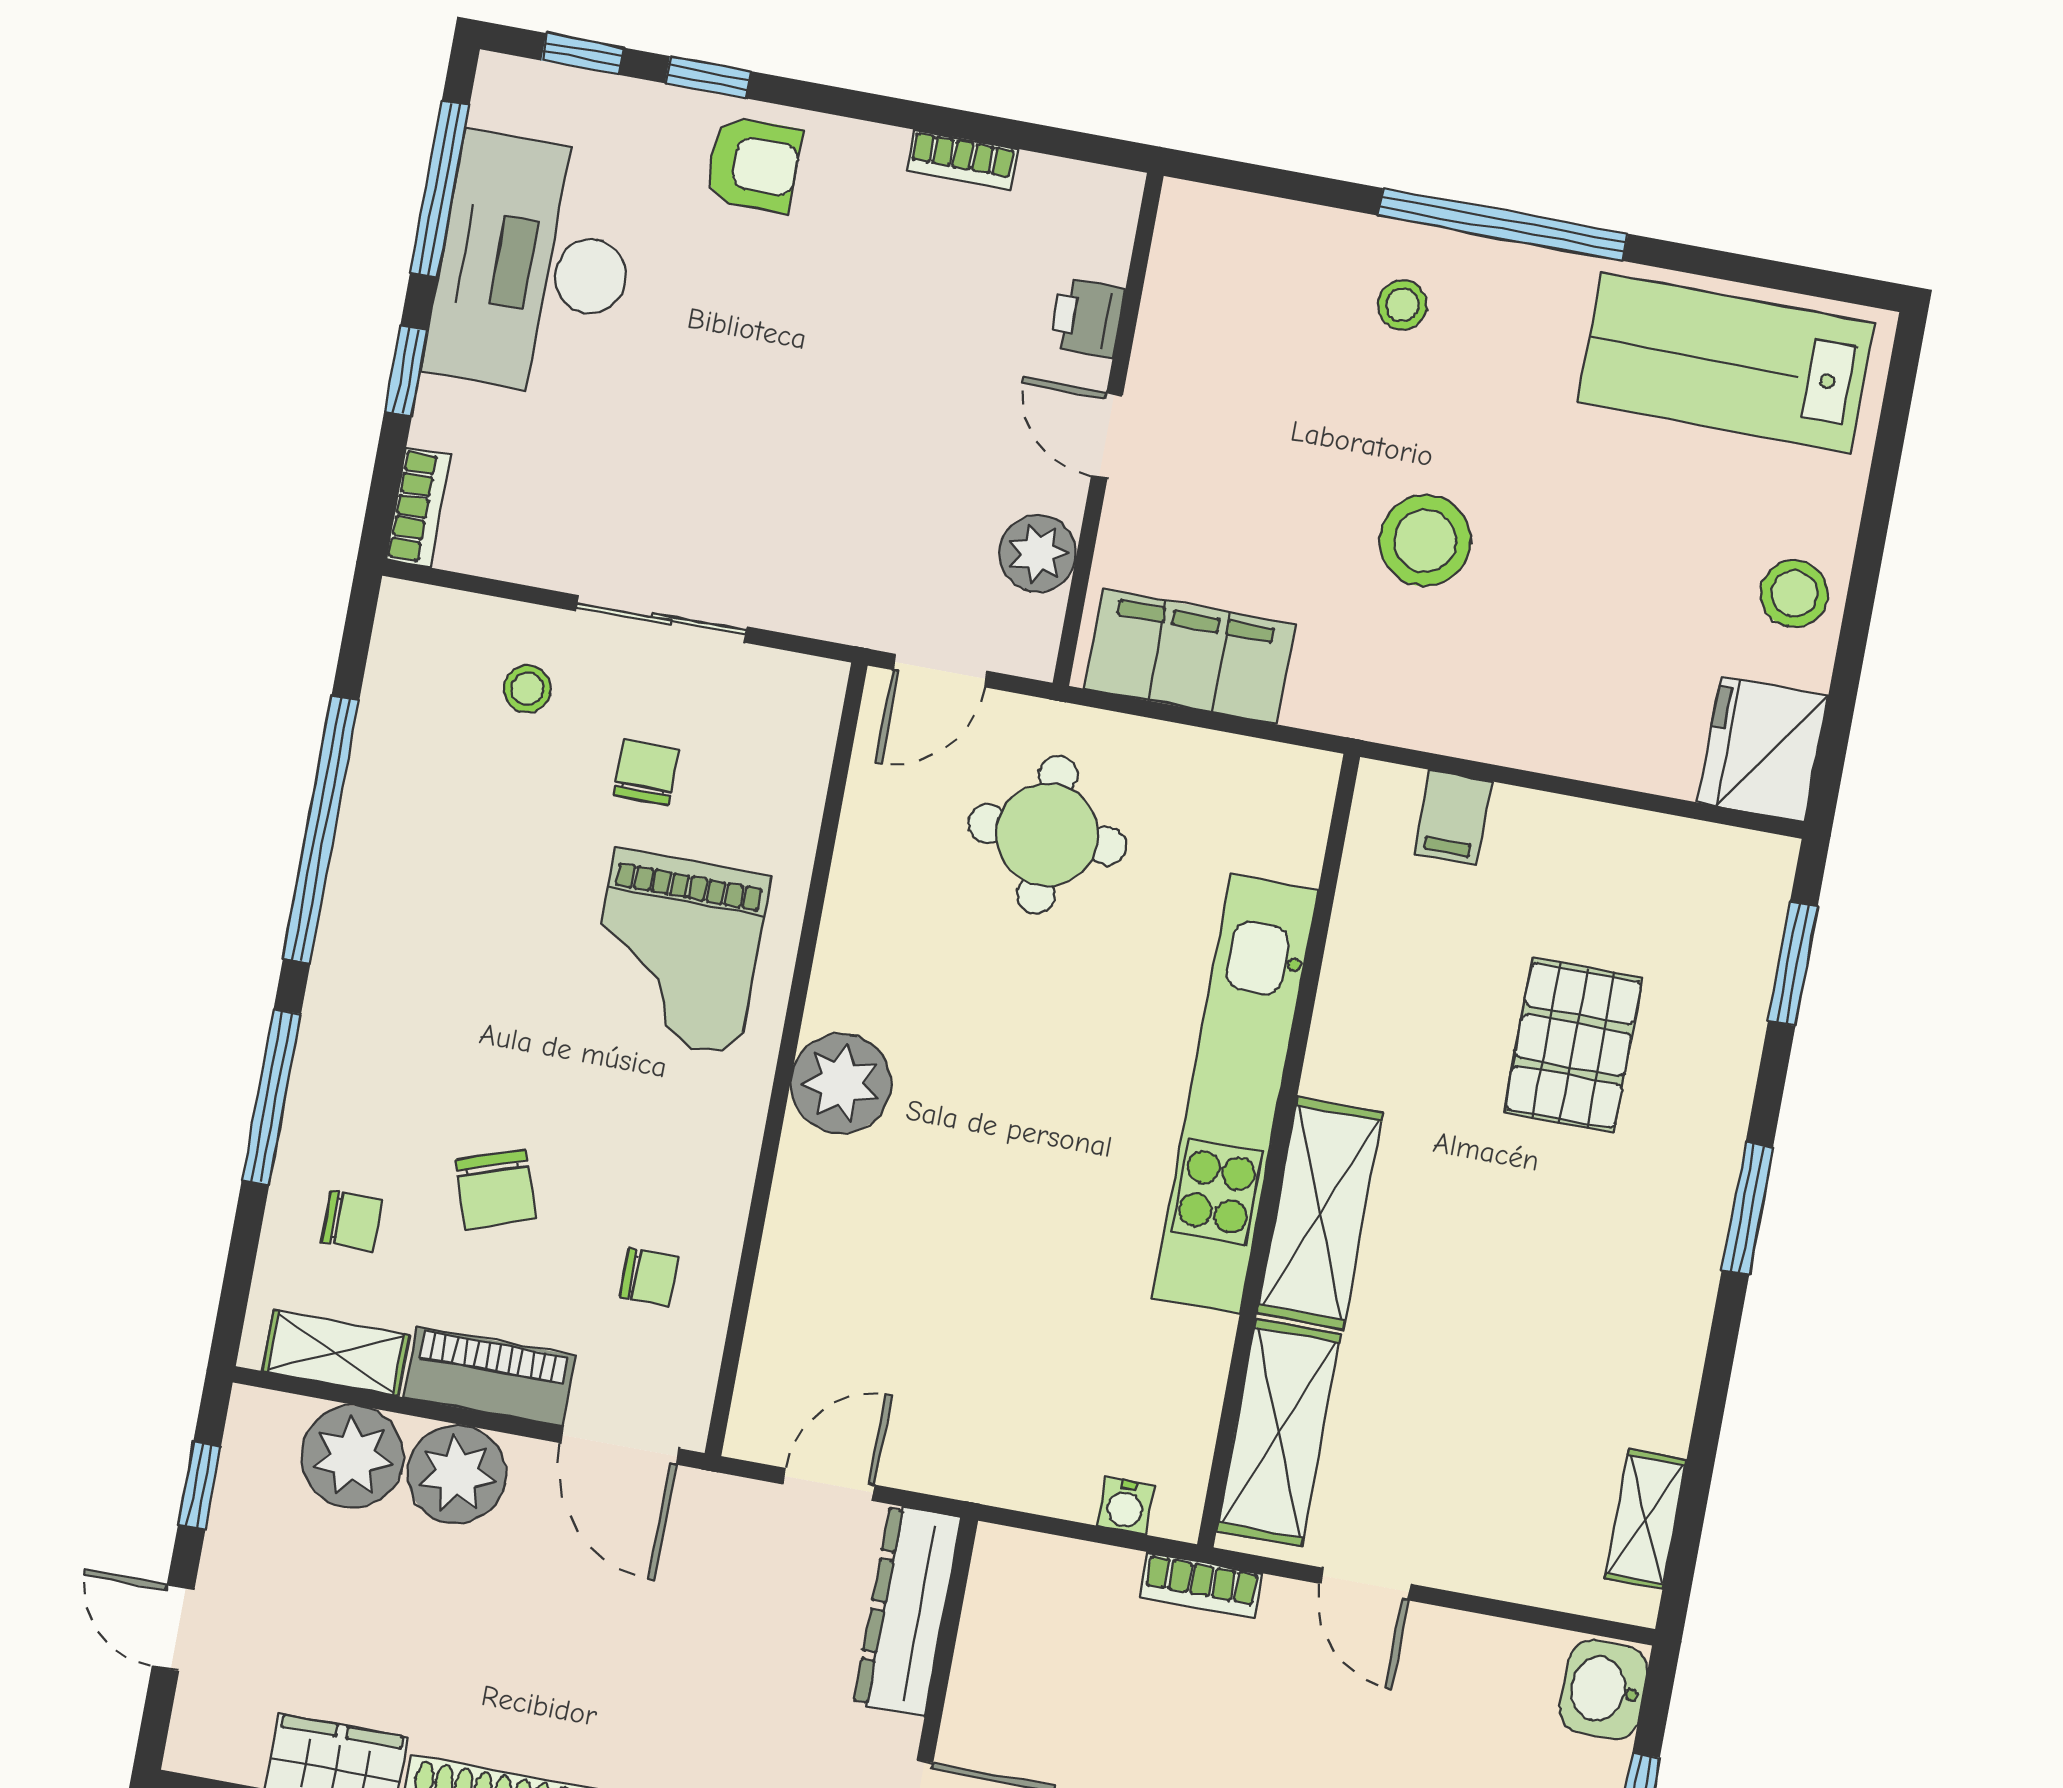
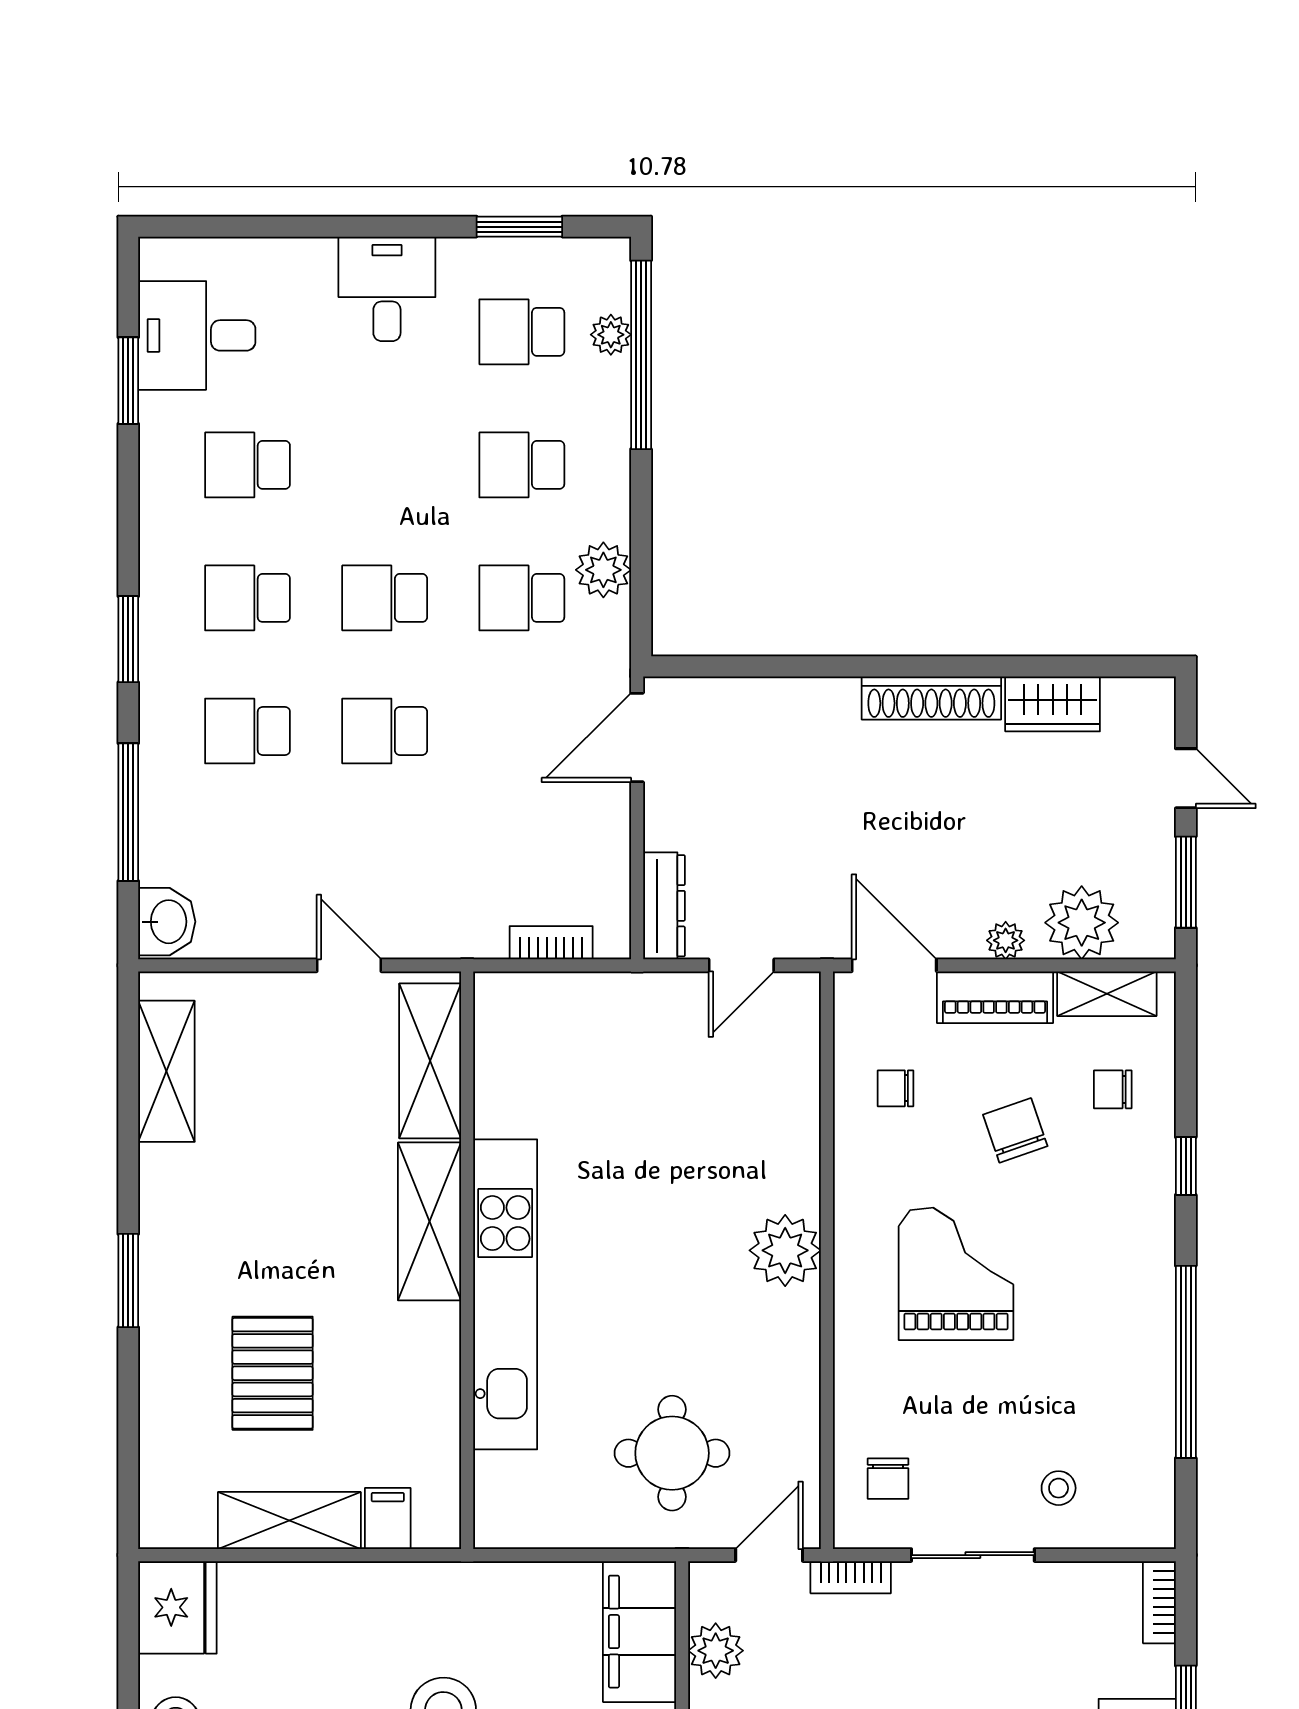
bookcase: (834, 620) -> (851, 1577), added
filing cabinet: (1189, 657) -> (639, 1632), moved, turned 90
chair: (646, 772) -> (888, 1479), moved
shelving: (1588, 839) -> (289, 1521), added
grand piano: (677, 952) -> (956, 1274), moved
window: (1793, 963) -> (128, 1460), removed
window: (271, 1097) -> (1186, 1166), width x0.46
plant: (457, 1474) -> (1006, 940), width x0.53, depth x0.53
window: (199, 1486) -> (1186, 882), width x1.50
water cooler: (1125, 1506) -> (529, 989), removed
shelving: (1646, 1519) -> (166, 1071), width x1.50, depth x1.33
bookcase: (1201, 1585) -> (551, 943), moved
dresser: (907, 1611) -> (664, 906), width x0.73, depth x0.80

